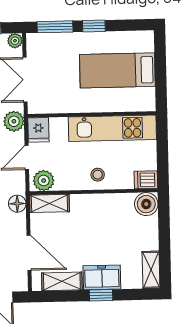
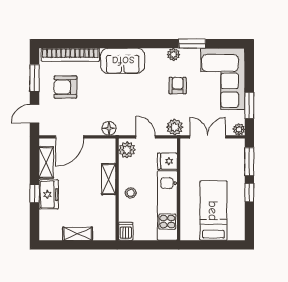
fridge: (38, 130) -> (167, 161), moved
shelving: (49, 203) -> (109, 179), moved
boiler: (146, 204) -> (106, 231), removed
shelving: (151, 270) -> (78, 234), moved

